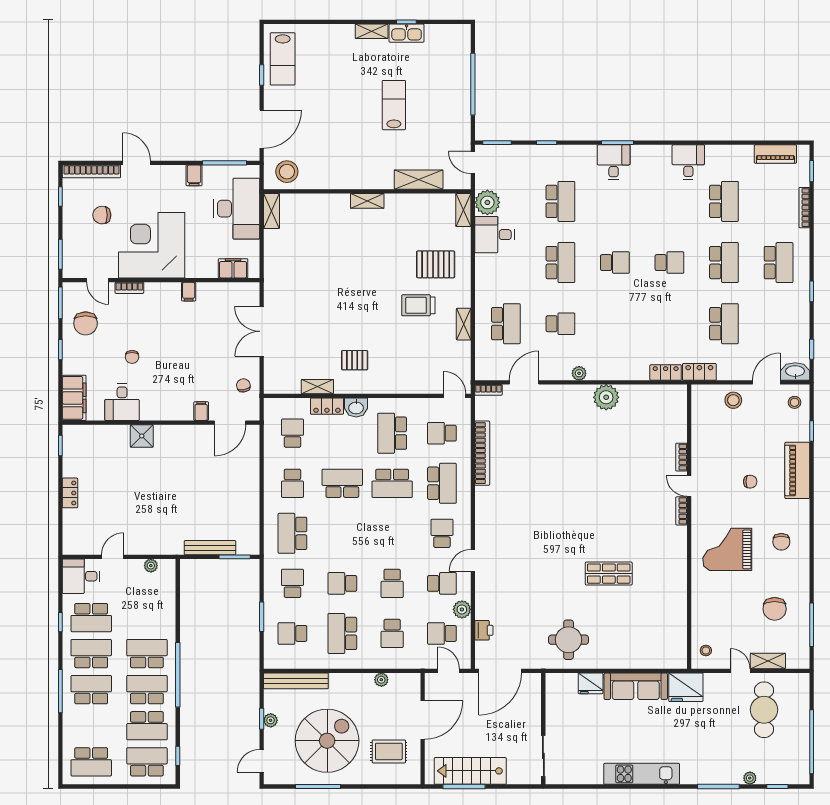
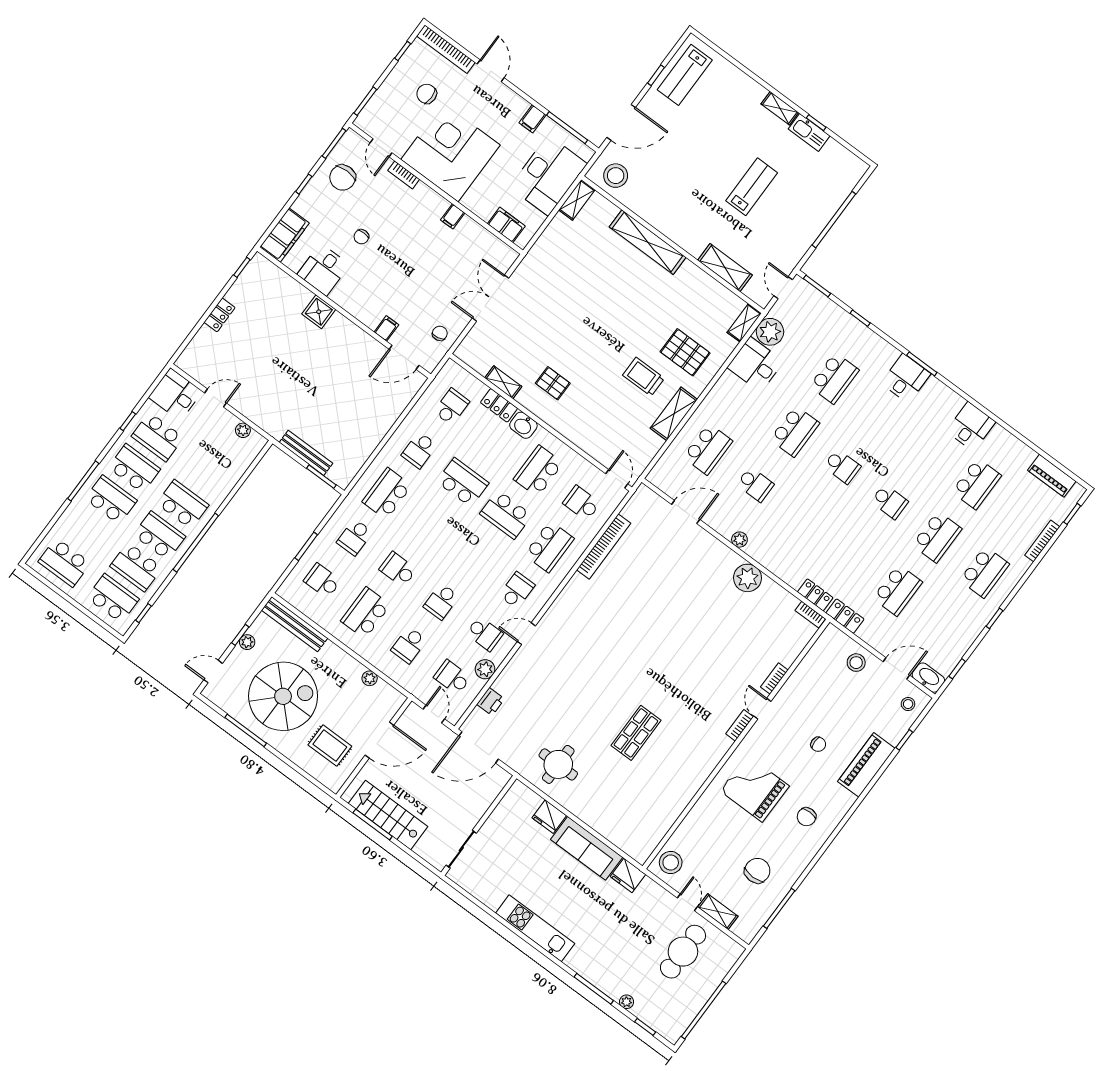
shelving: (367, 201) -> (648, 242), width x2.20, depth x1.33
shelving: (464, 324) -> (674, 414), width x1.50, depth x1.33
bookcase: (488, 390) -> (810, 615), moved
shop shelf: (609, 574) -> (636, 733), turned 90
school desk: (292, 583) -> (355, 537), turned 180
chair: (775, 609) -> (757, 871), turned 180
stool: (706, 651) -> (671, 863), width x1.89, depth x1.89
fridge: (686, 687) -> (628, 875), width x0.73, depth x0.75

